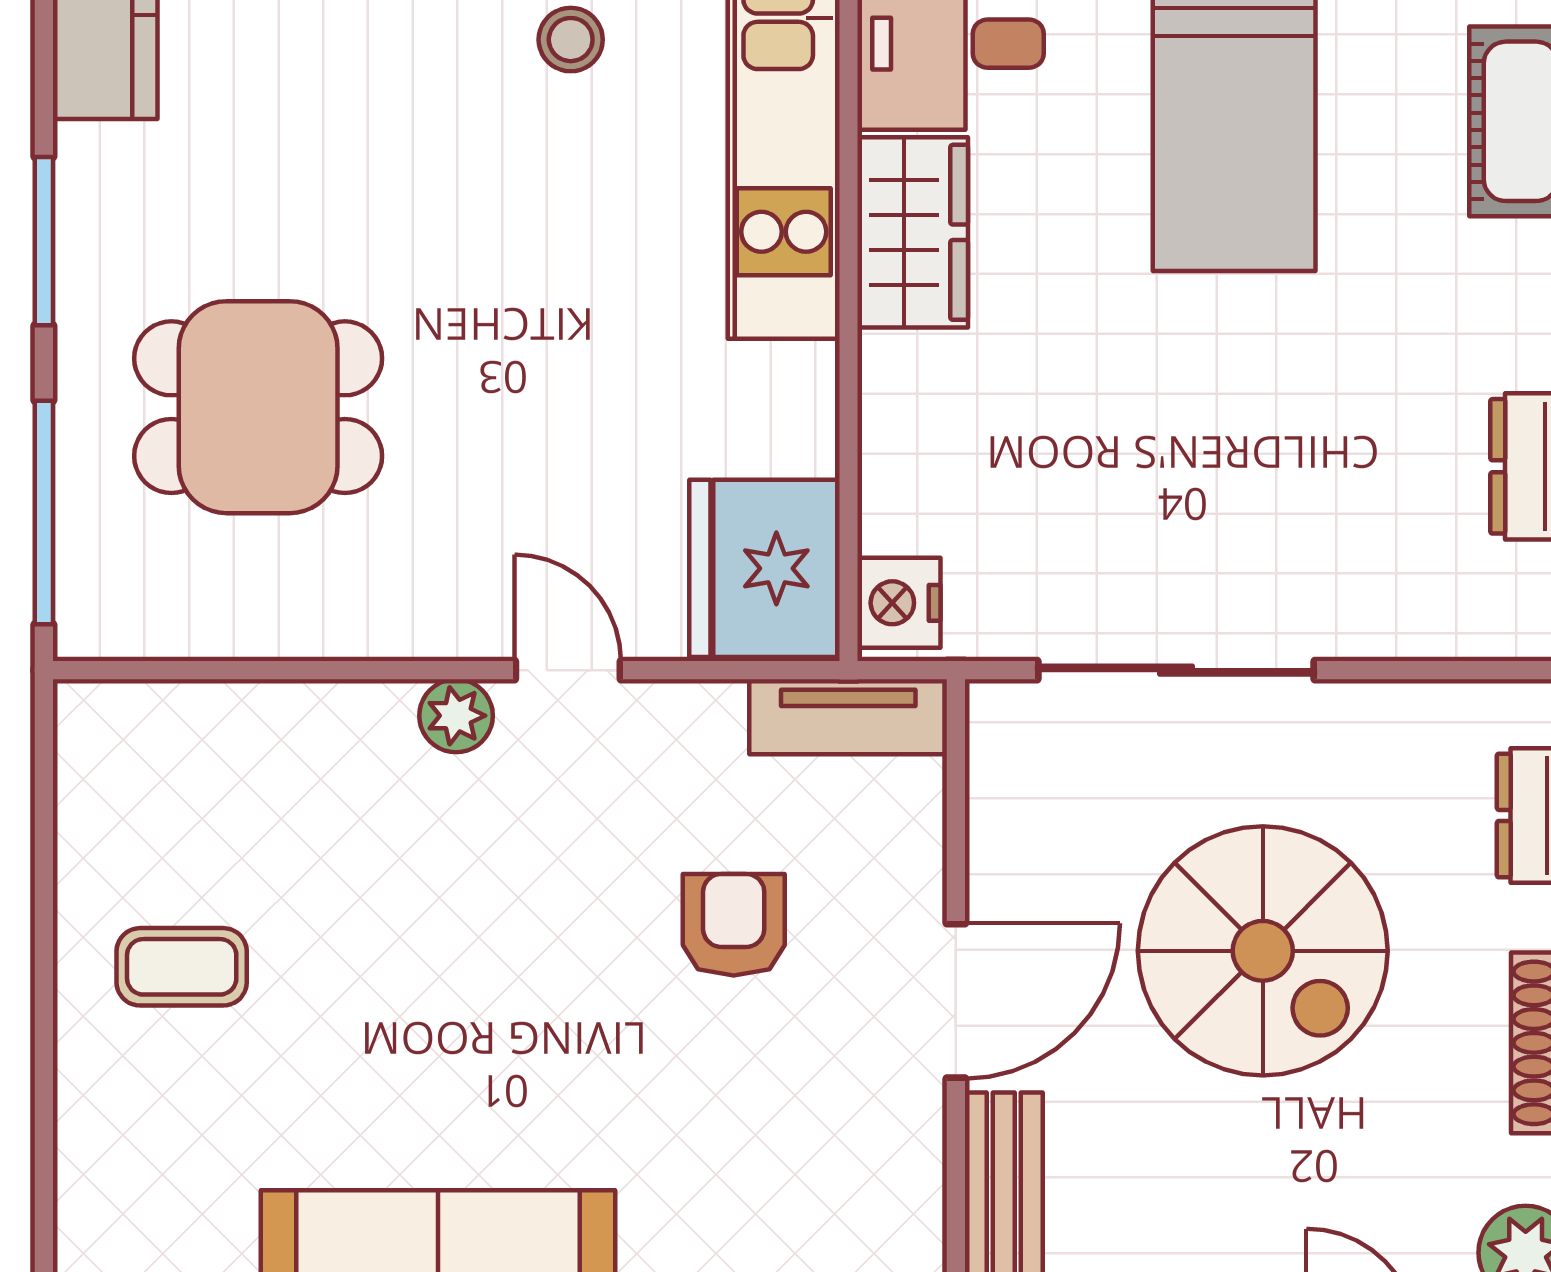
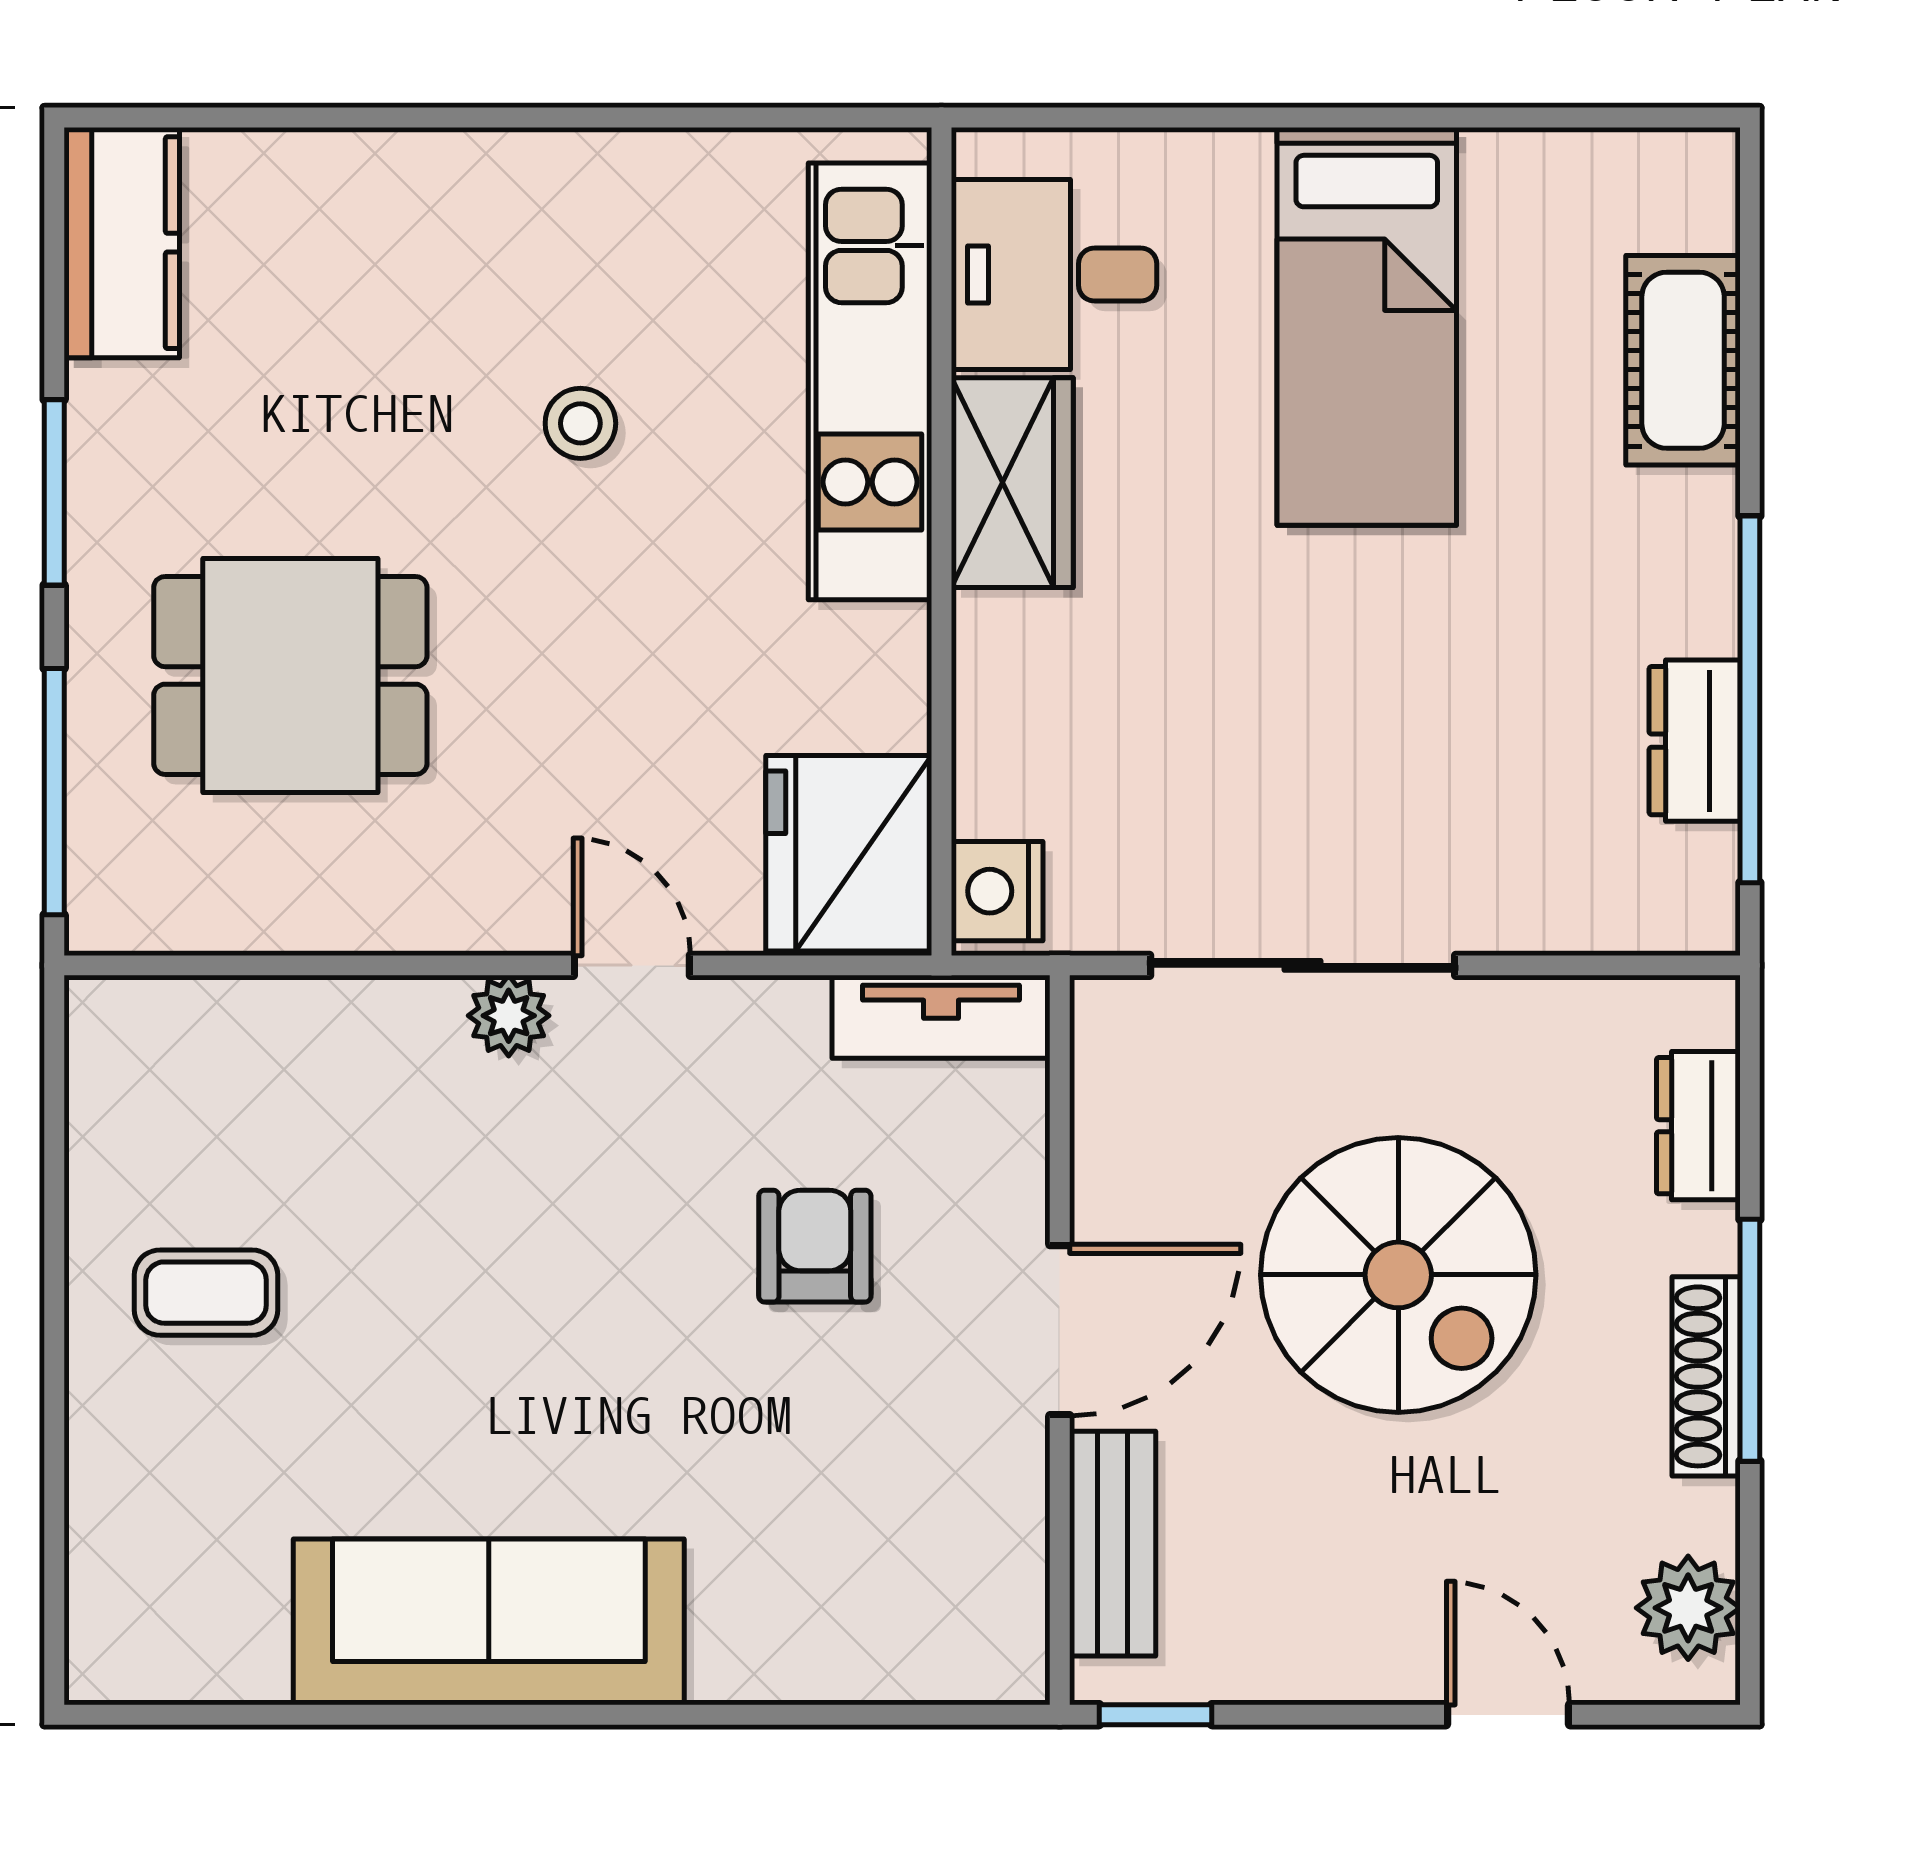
stool: (571, 40) -> (580, 423), moved

